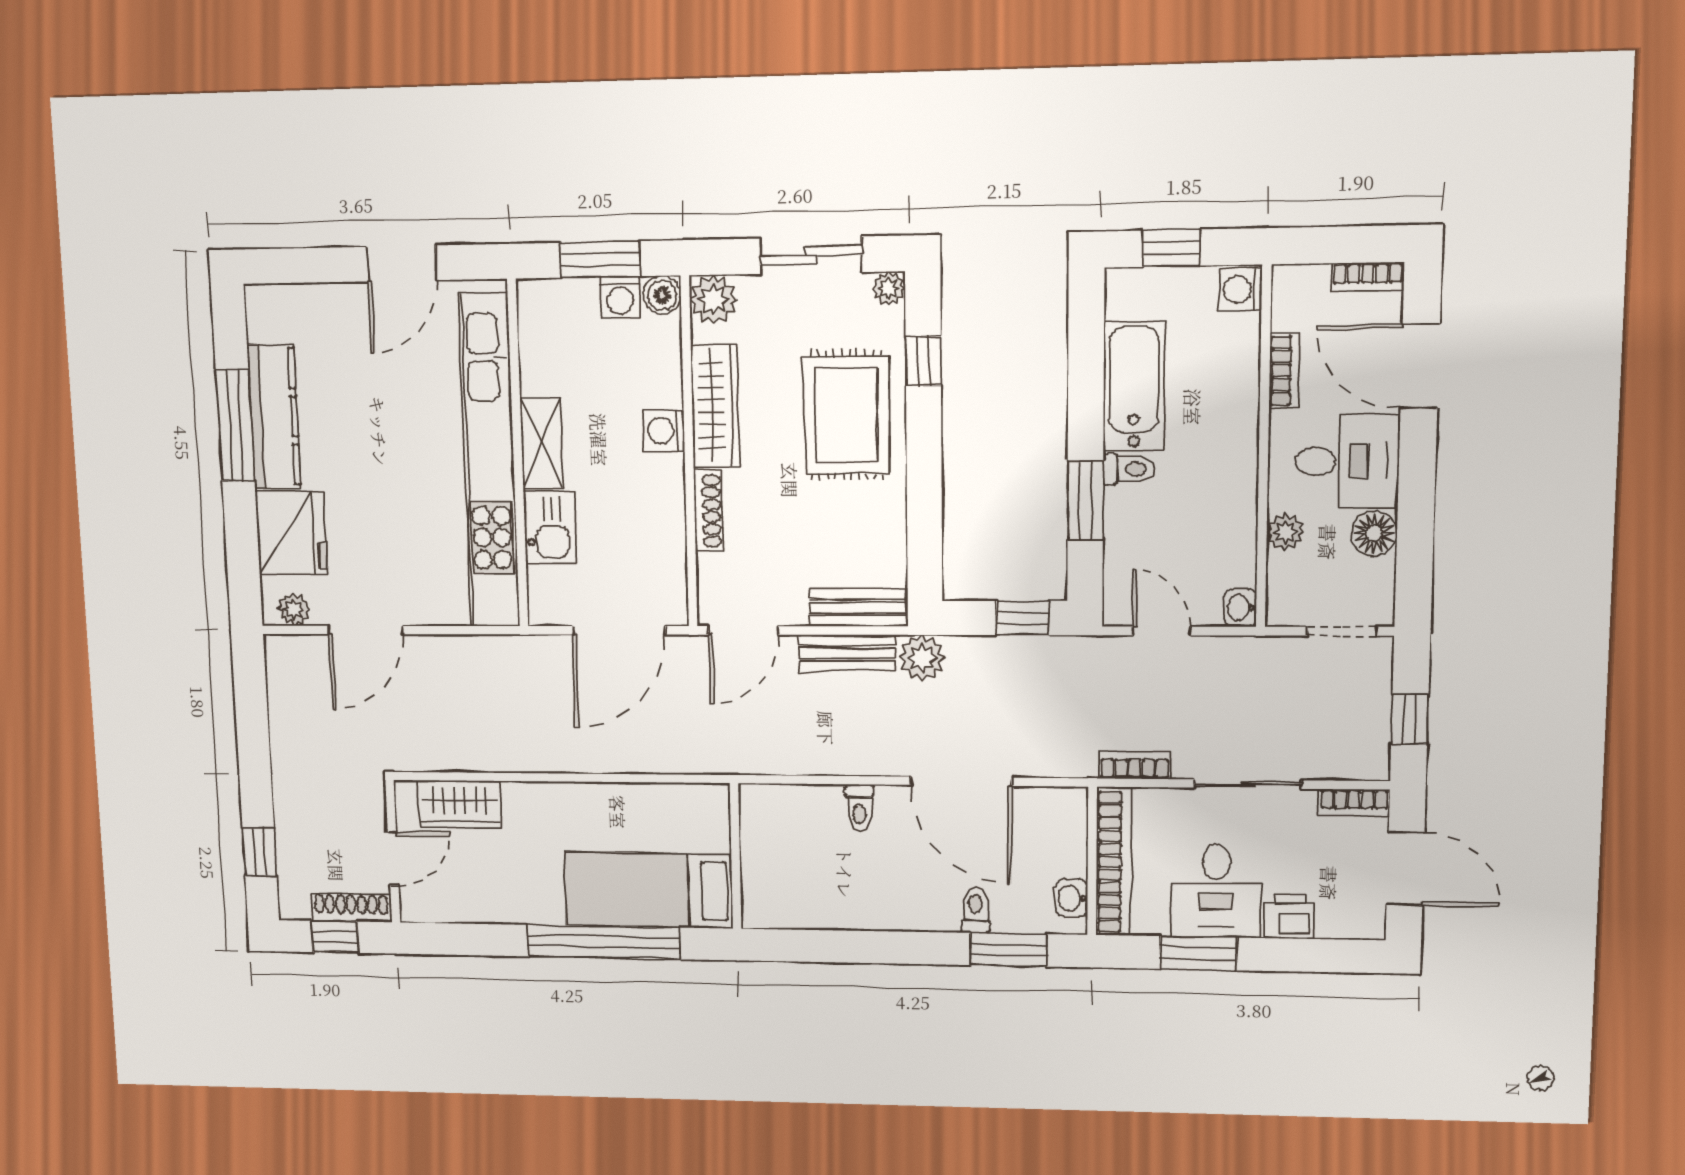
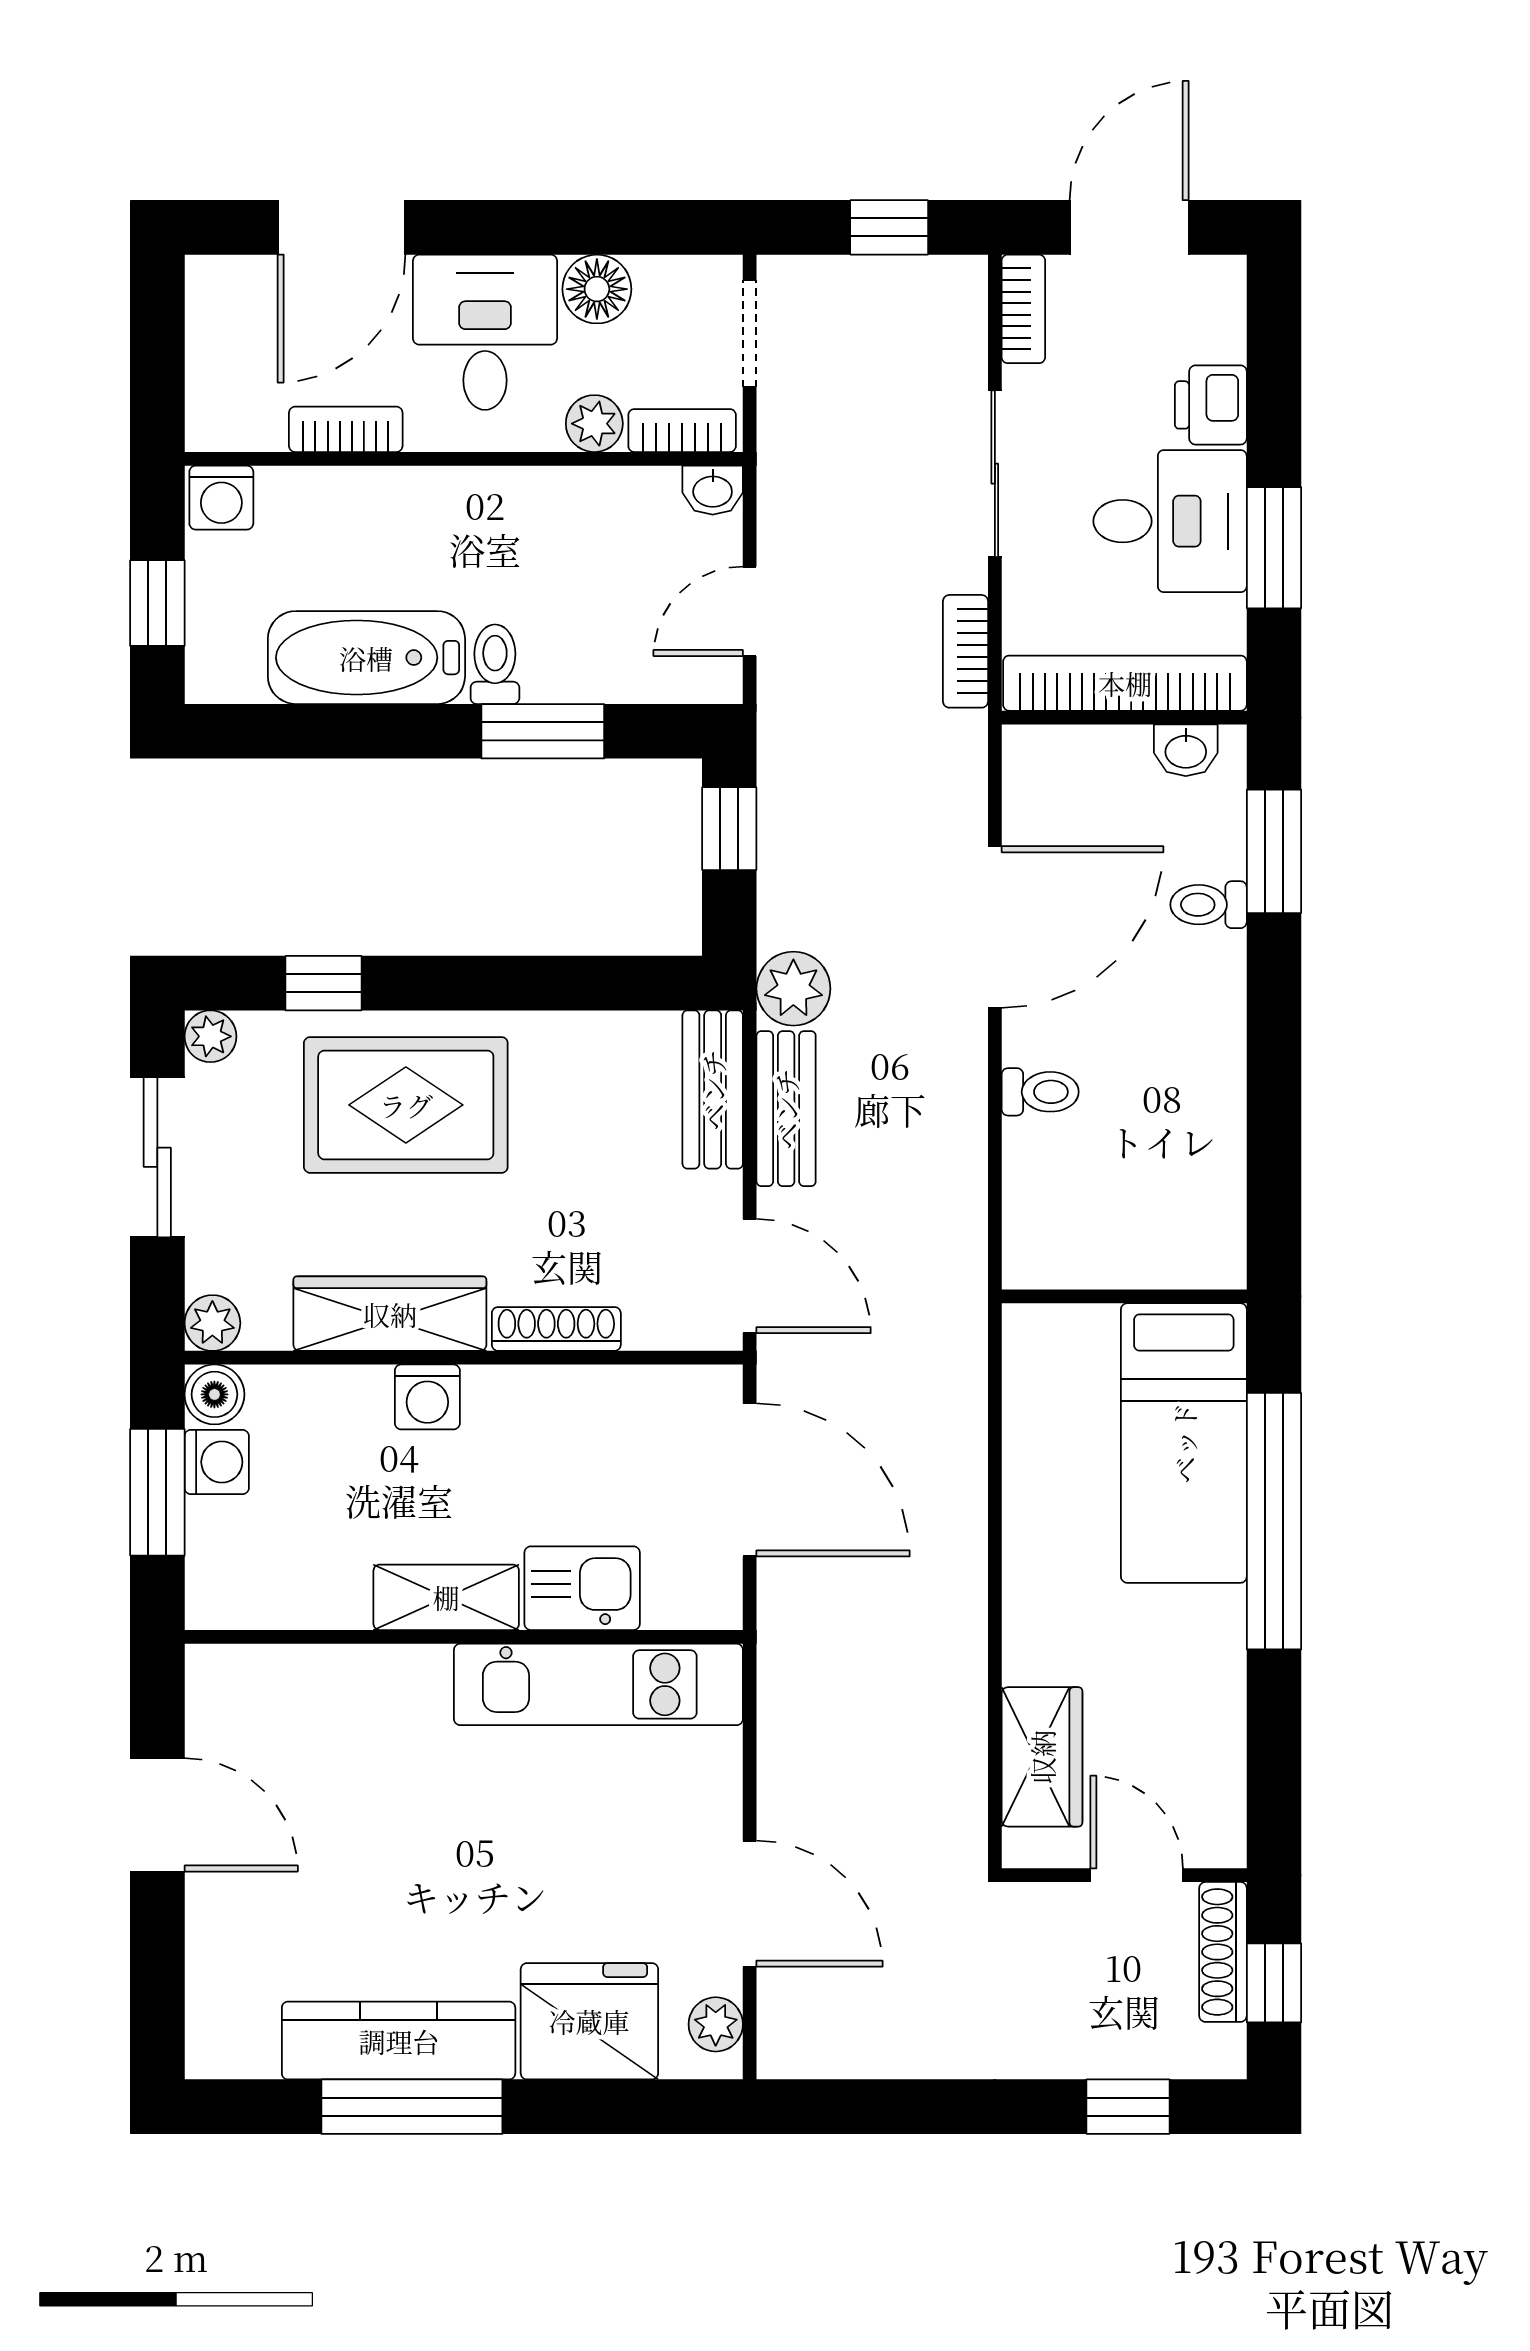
bookcase: (1368, 277) -> (682, 431), moved, turned -90
plant: (714, 300) -> (212, 1323), width x0.73, depth x0.73
kitchen unit: (489, 461) -> (598, 1684), width x0.54

